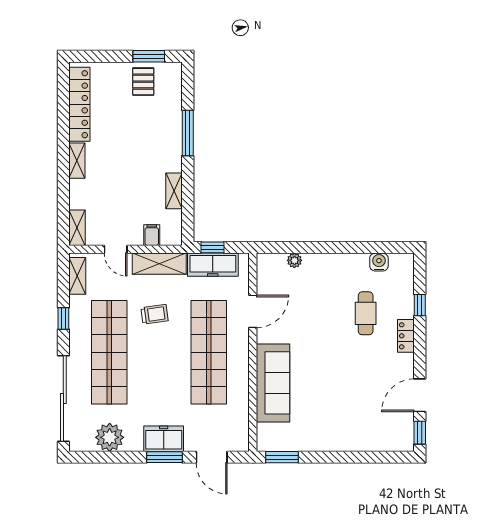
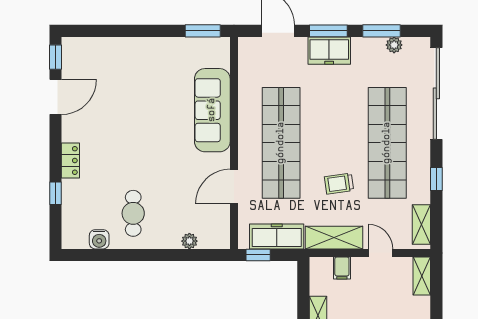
window: (212, 247) -> (258, 255), moved
cafe table: (366, 313) -> (133, 213), moved
plant: (110, 437) -> (394, 45), width x0.53, depth x0.53
window: (115, 457) -> (381, 31), added

